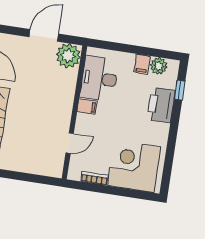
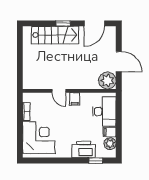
desk: (99, 78) -> (104, 111), moved, turned 90
door: (70, 143) -> (59, 91), moved

